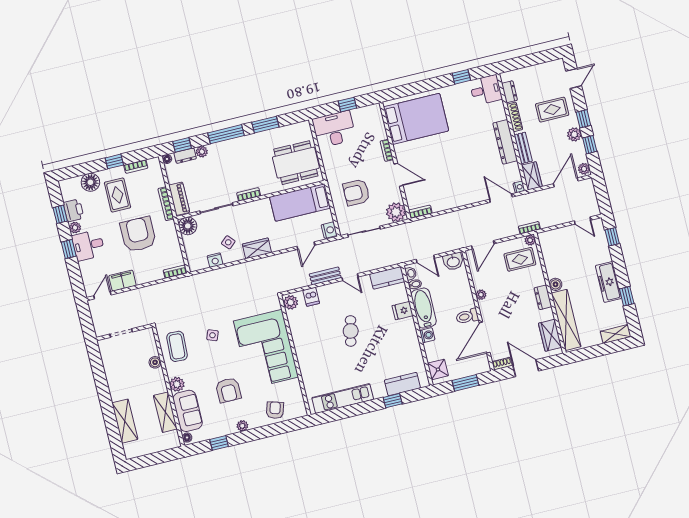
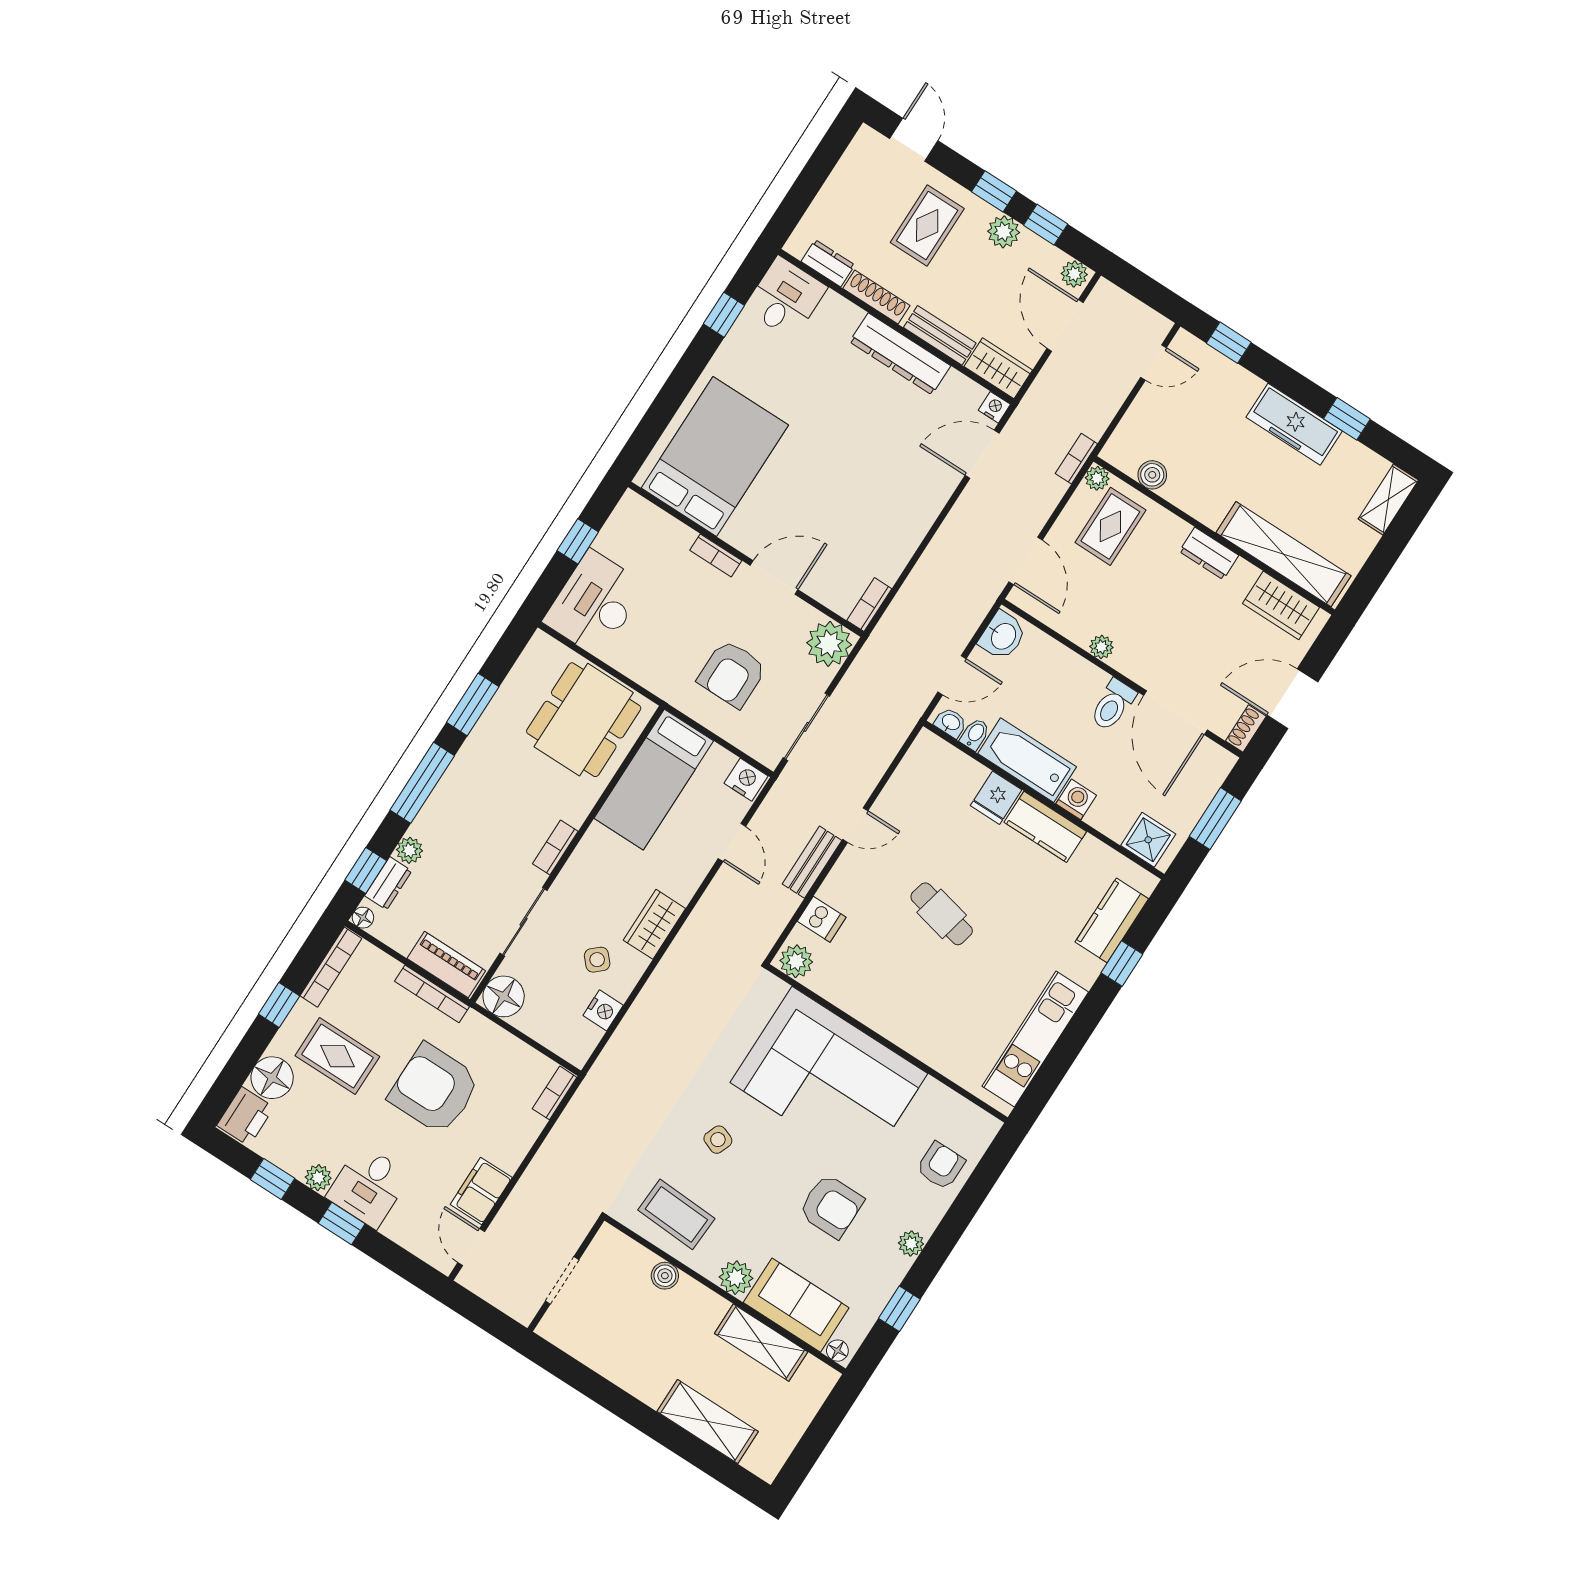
bookcase: (136, 167) -> (331, 967), width x1.56
printer: (74, 210) -> (245, 1116), moved, turned 90
kitchen counter: (387, 278) -> (1045, 827), moved, turned 90
boiler: (555, 284) -> (1152, 475), moved
armchair: (275, 410) -> (941, 1166), turned 73

